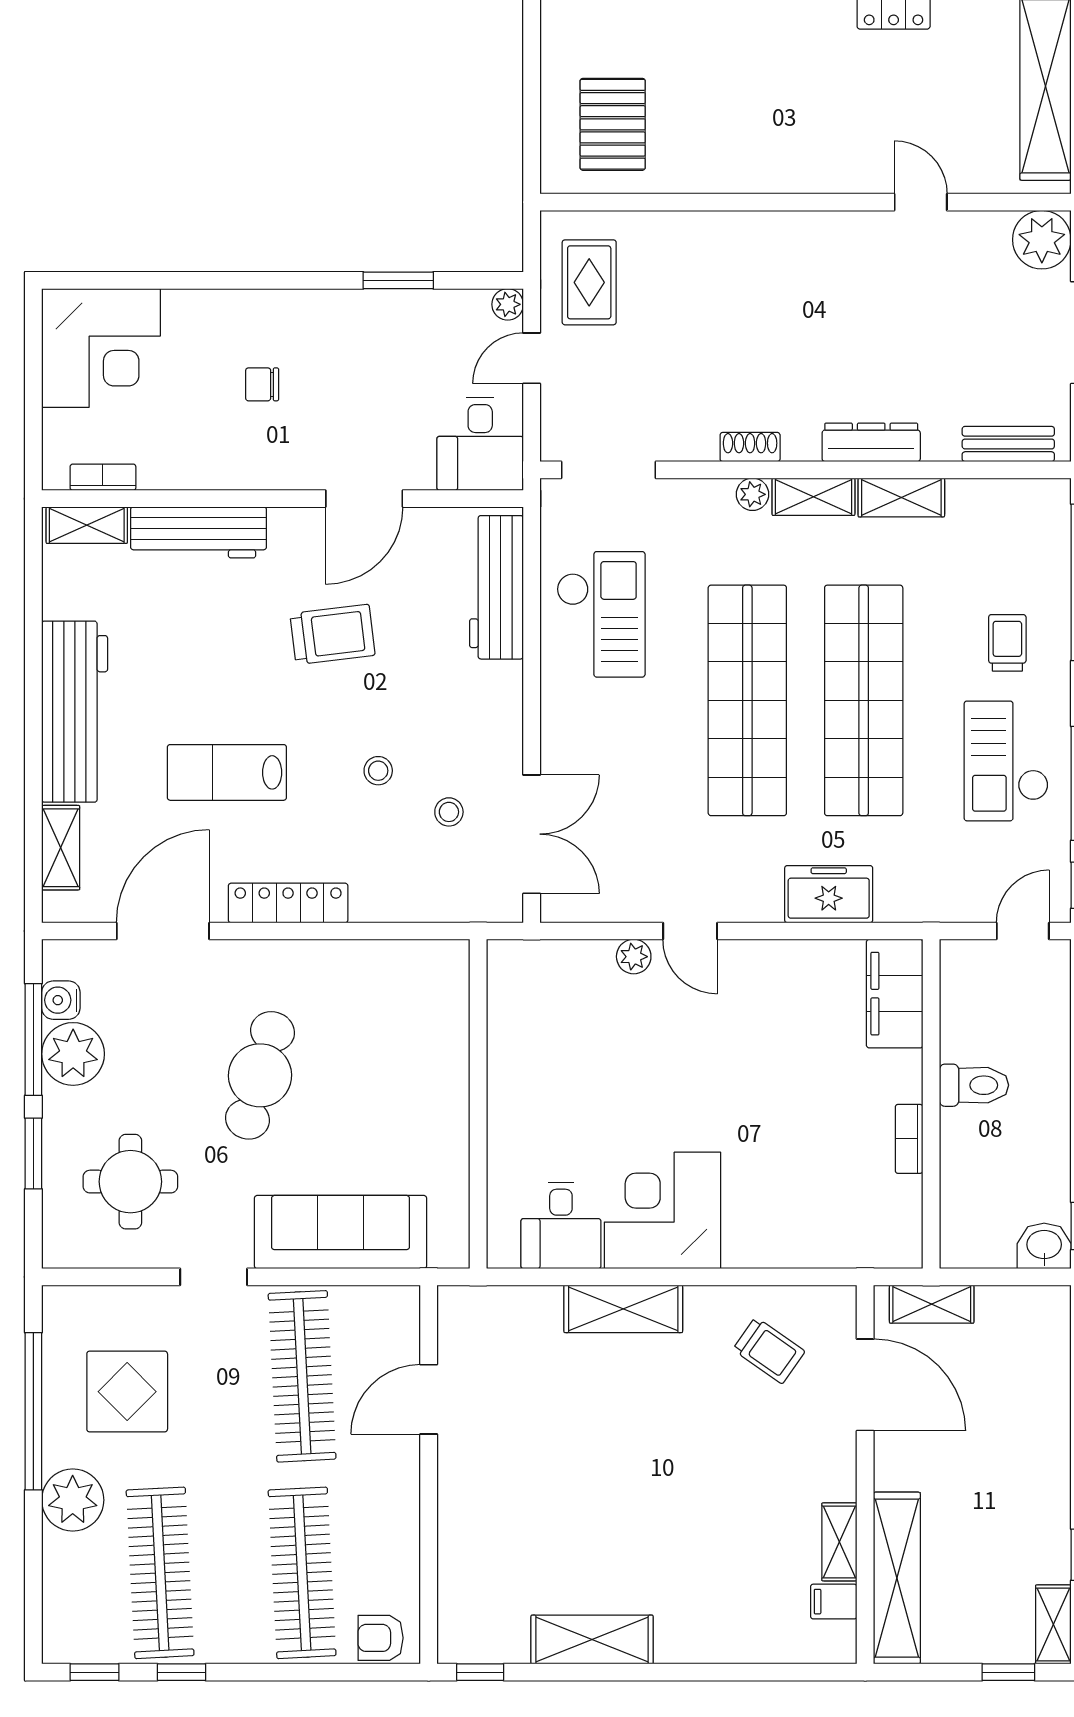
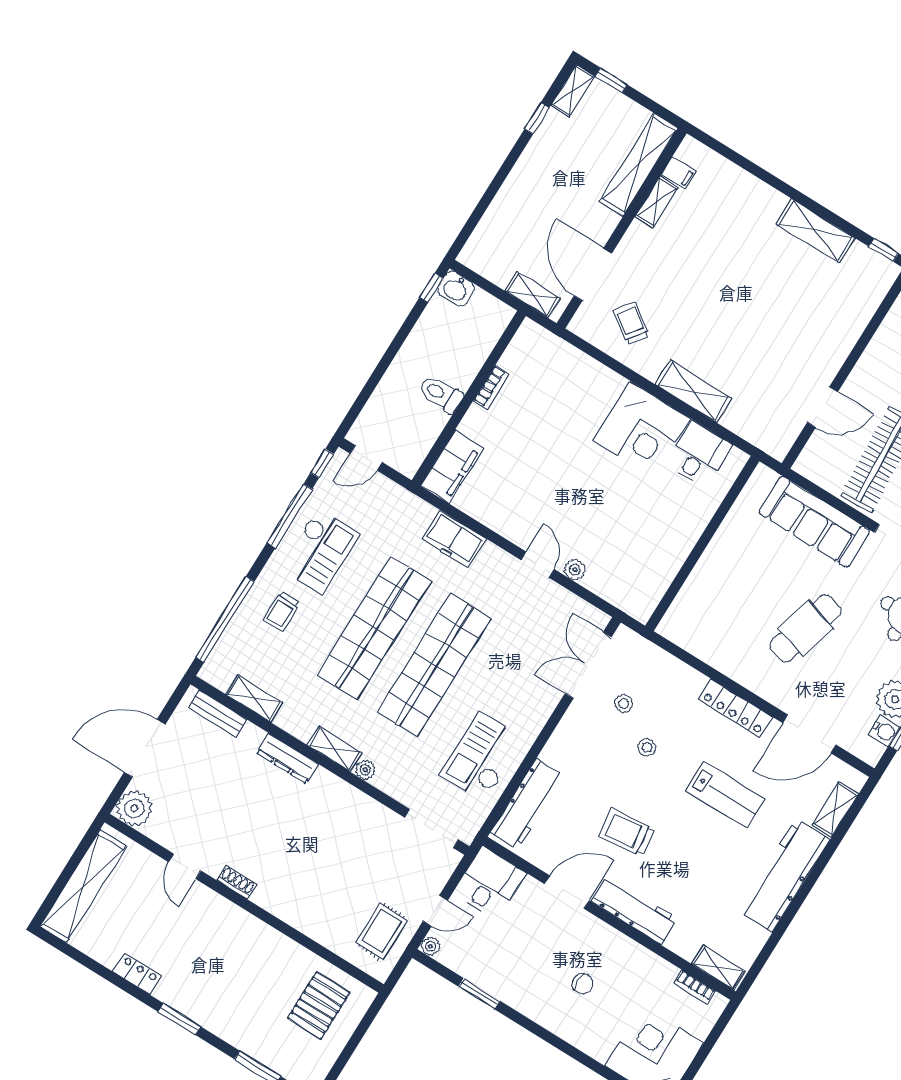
shoe rack: (750, 447) -> (237, 882), moved, turned 180
shelving: (901, 497) -> (254, 698), moved
workbench: (199, 532) -> (634, 910), moved

